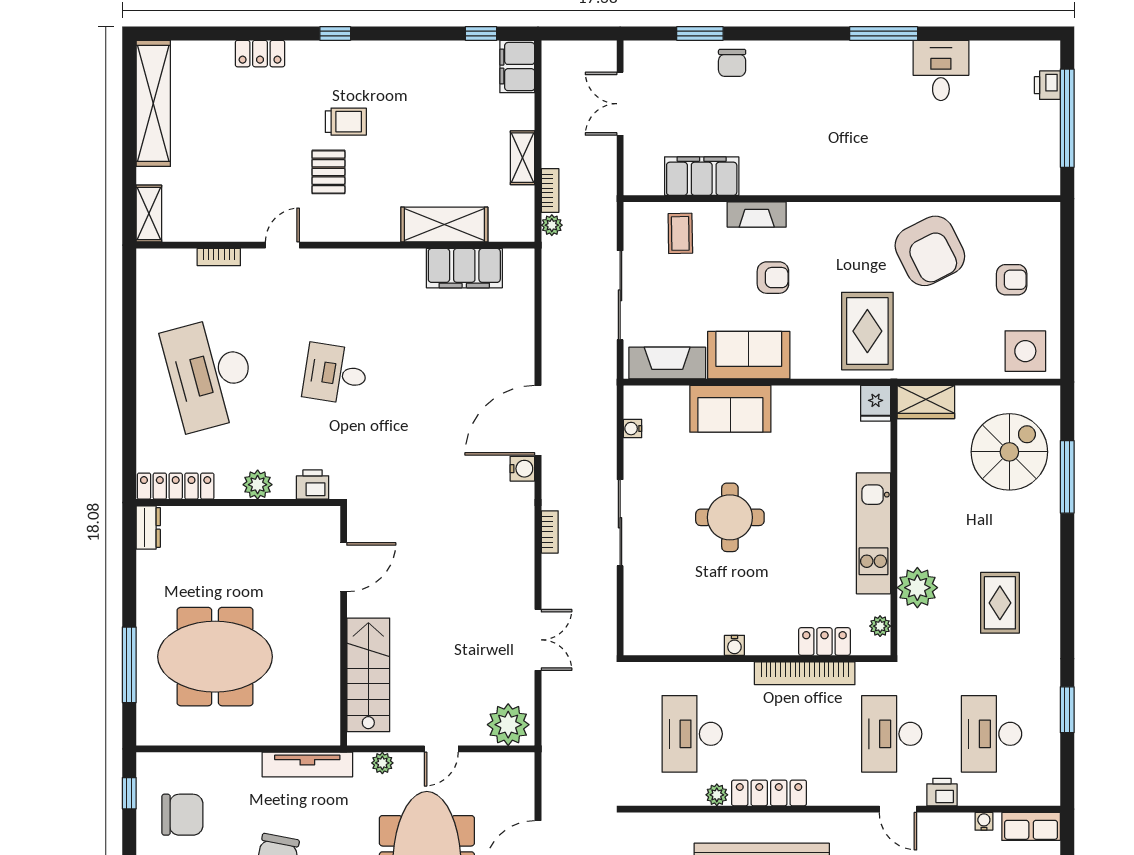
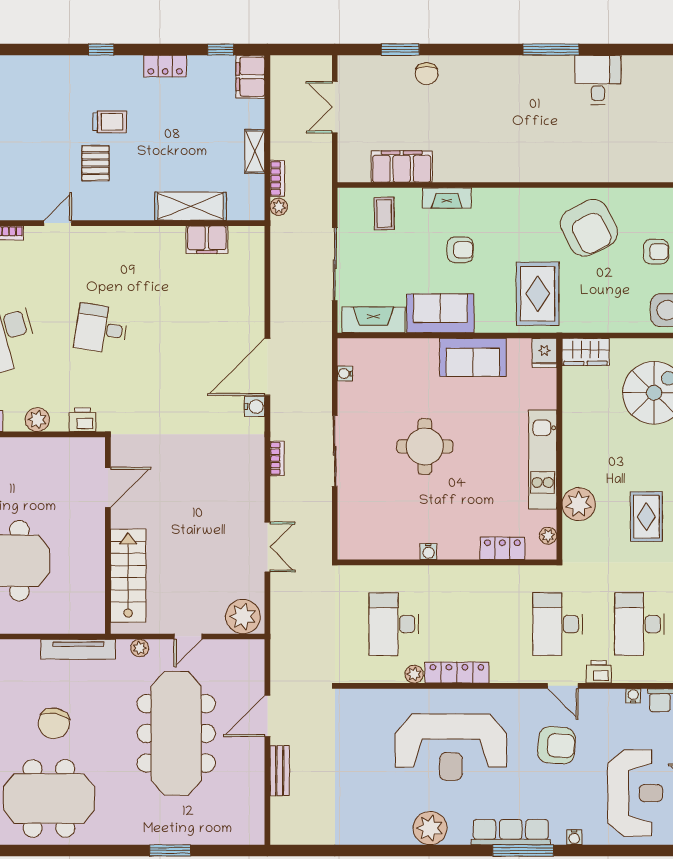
locker: (260, 54) -> (165, 66), moved
filing cabinet: (464, 268) -> (207, 240), width x0.67, depth x0.86
sofa: (730, 409) -> (473, 357), moved
bookcase: (805, 673) -> (486, 574), removed

